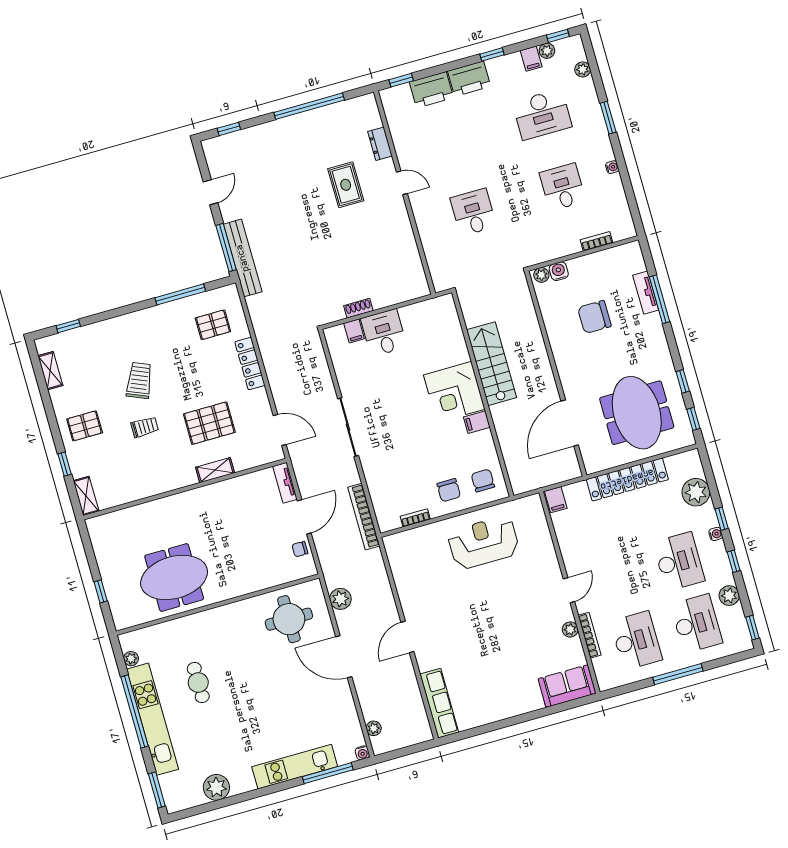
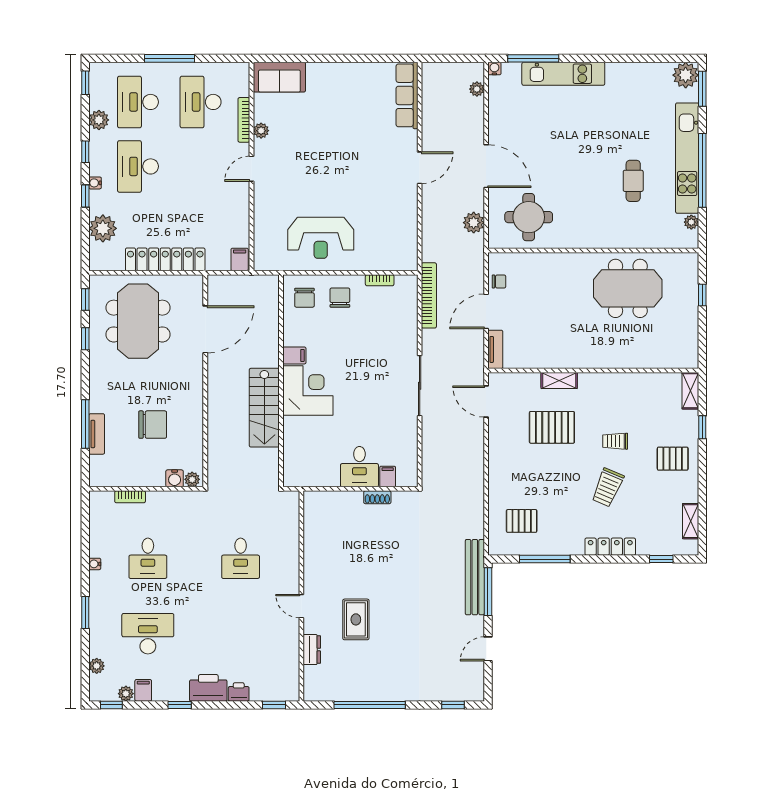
printer: (431, 90) -> (239, 692), width x0.53, depth x0.68
locker: (250, 364) -> (610, 547), moved, turned -90
plant: (216, 787) -> (686, 75), moved

